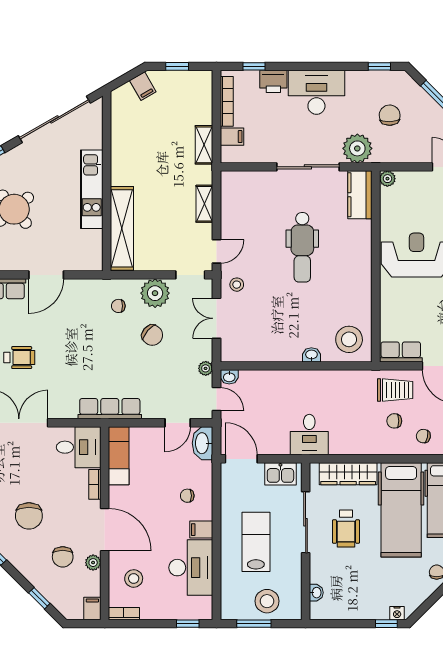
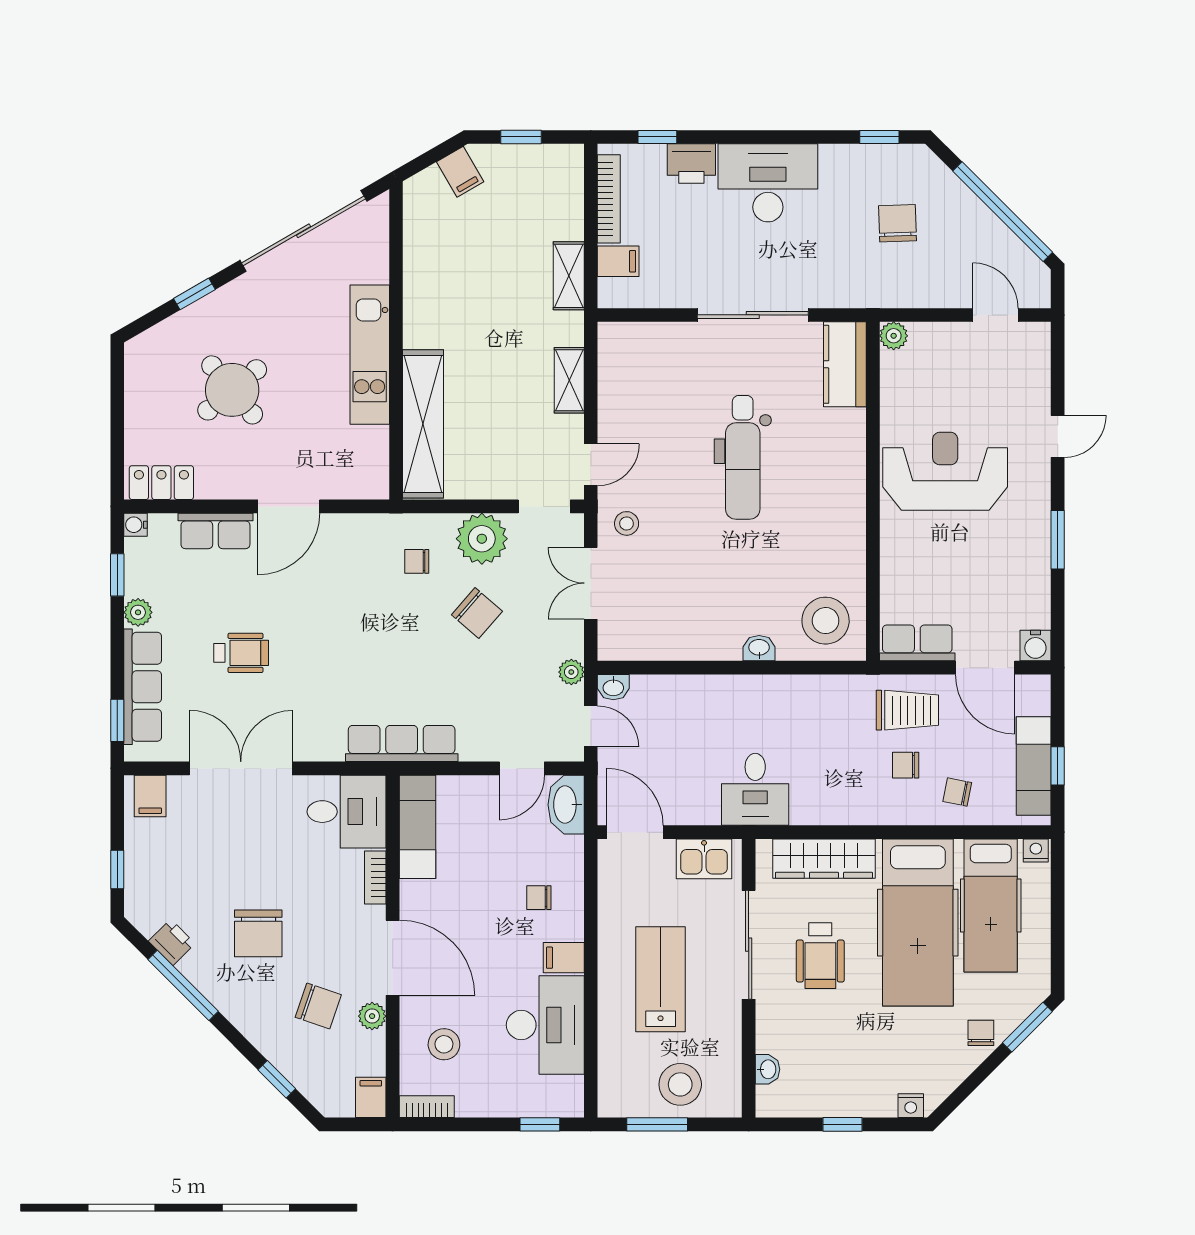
plant: (357, 148) -> (840, 282), removed
chair: (63, 557) -> (318, 1006), turned -71
window: (386, 624) -> (843, 1124), moved

